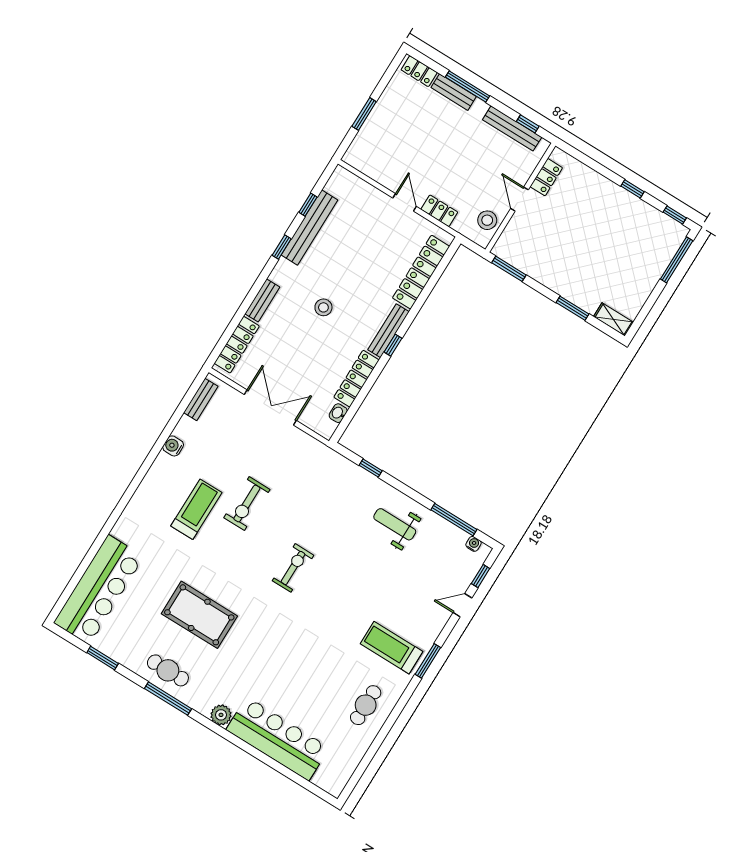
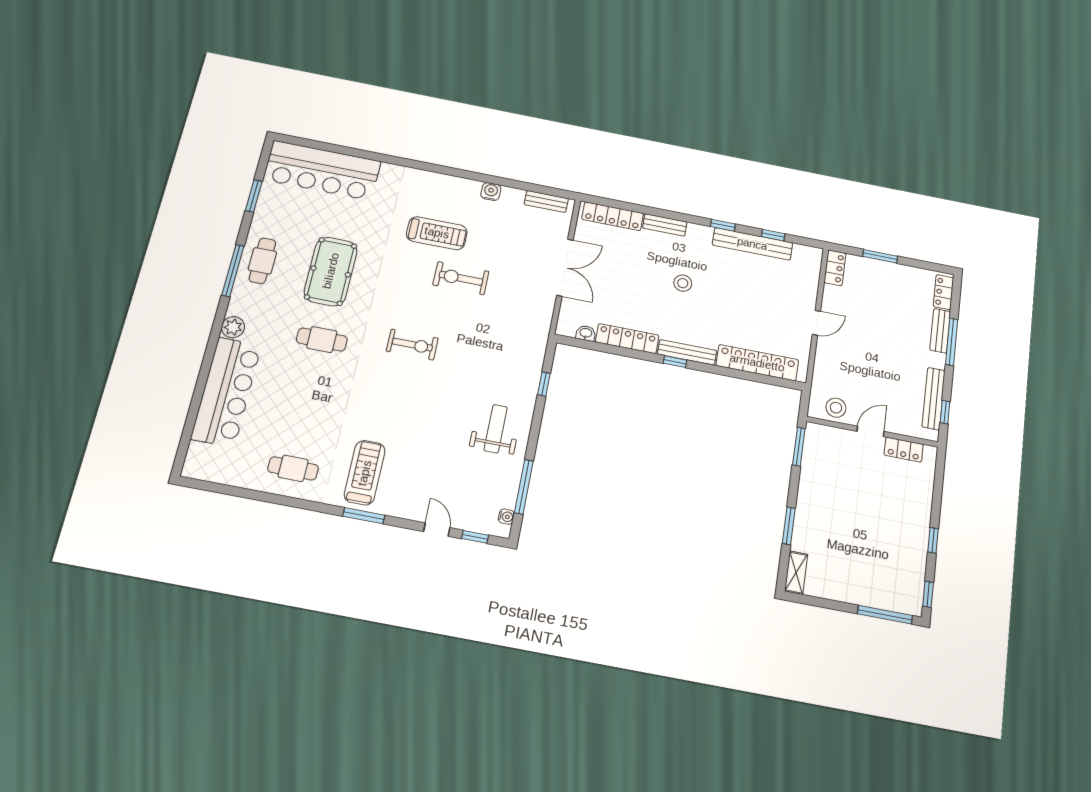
locker: (439, 211) -> (835, 268), moved
cafe table: (260, 644) -> (322, 340), added

